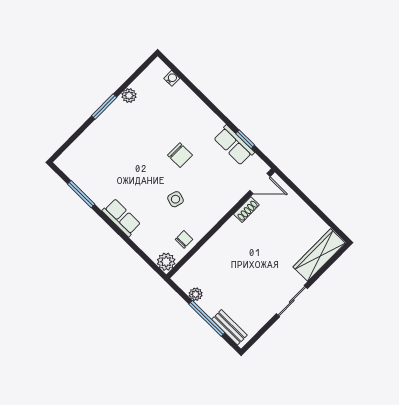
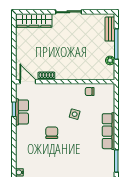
row of seats: (121, 218) -> (108, 131), width x1.48
plant: (166, 262) -> (108, 89), removed

